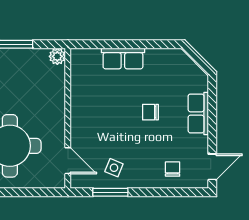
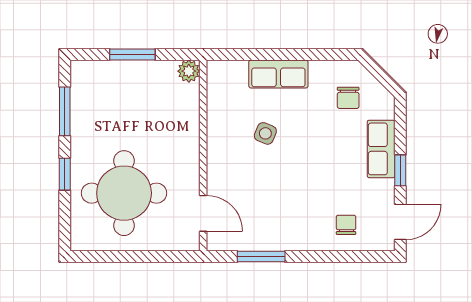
chair: (150, 112) -> (348, 98), moved, turned -90
window: (212, 129) -> (400, 170), added
side table: (114, 168) -> (265, 133), moved

